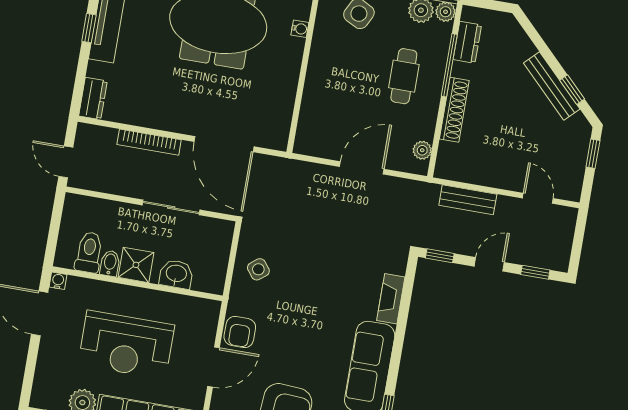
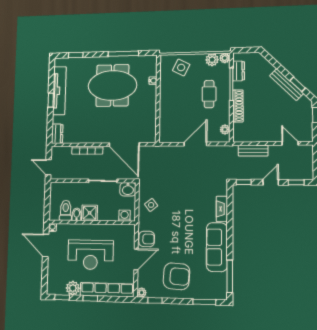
washbasin: (176, 274) -> (128, 189), moved, turned 180
washing machine: (204, 281) -> (125, 216), added
armchair: (240, 332) -> (147, 239), turned -90

